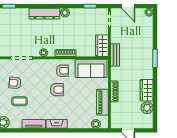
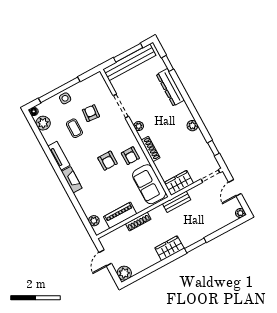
dresser: (44, 14) -> (170, 87), moved
wardrobe: (147, 90) -> (169, 248), moved
plant: (147, 108) -> (124, 273), moved

